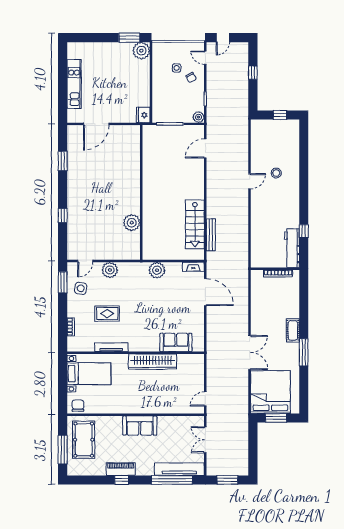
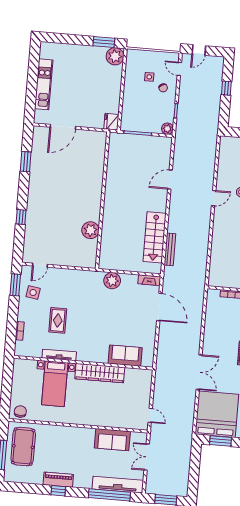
door: (205, 148) -> (170, 180), moved
plant: (110, 270) -> (64, 276), removed
rug: (107, 314) -> (58, 320), turned 90
bed with nightstands: (89, 374) -> (55, 384), moved, turned 90
door: (205, 399) -> (150, 415), swing flipped
sofa: (140, 426) -> (112, 440), moved

